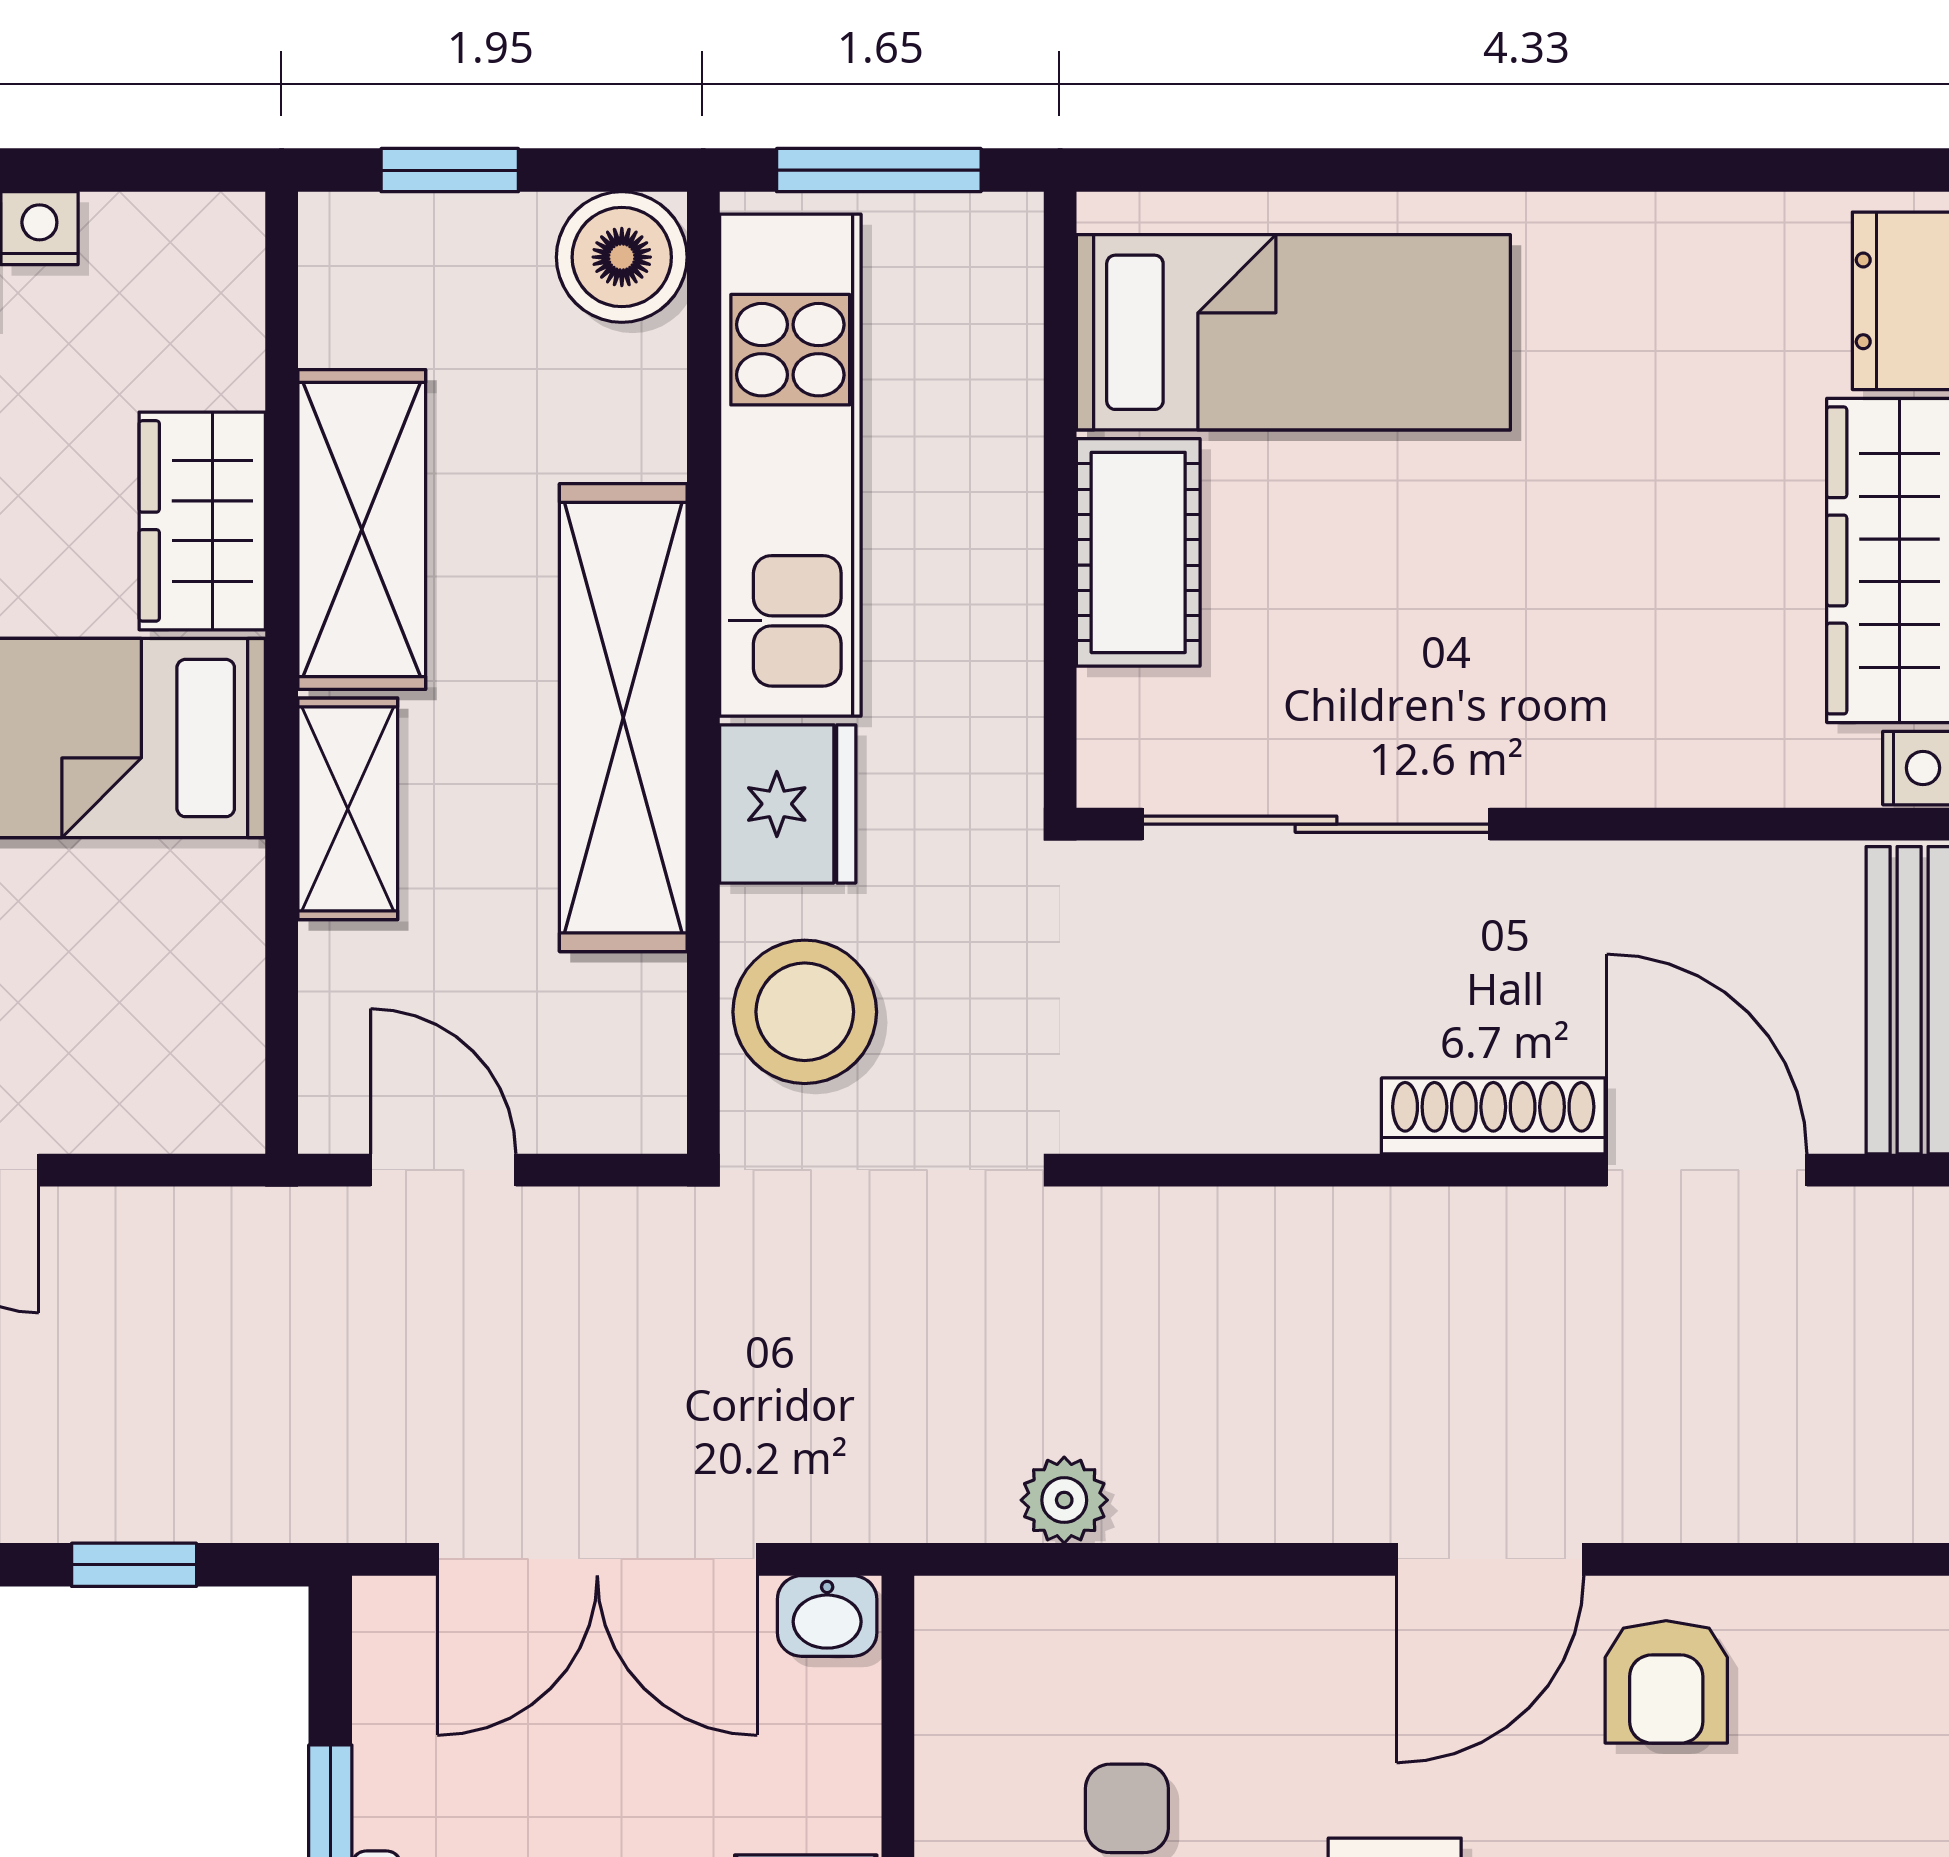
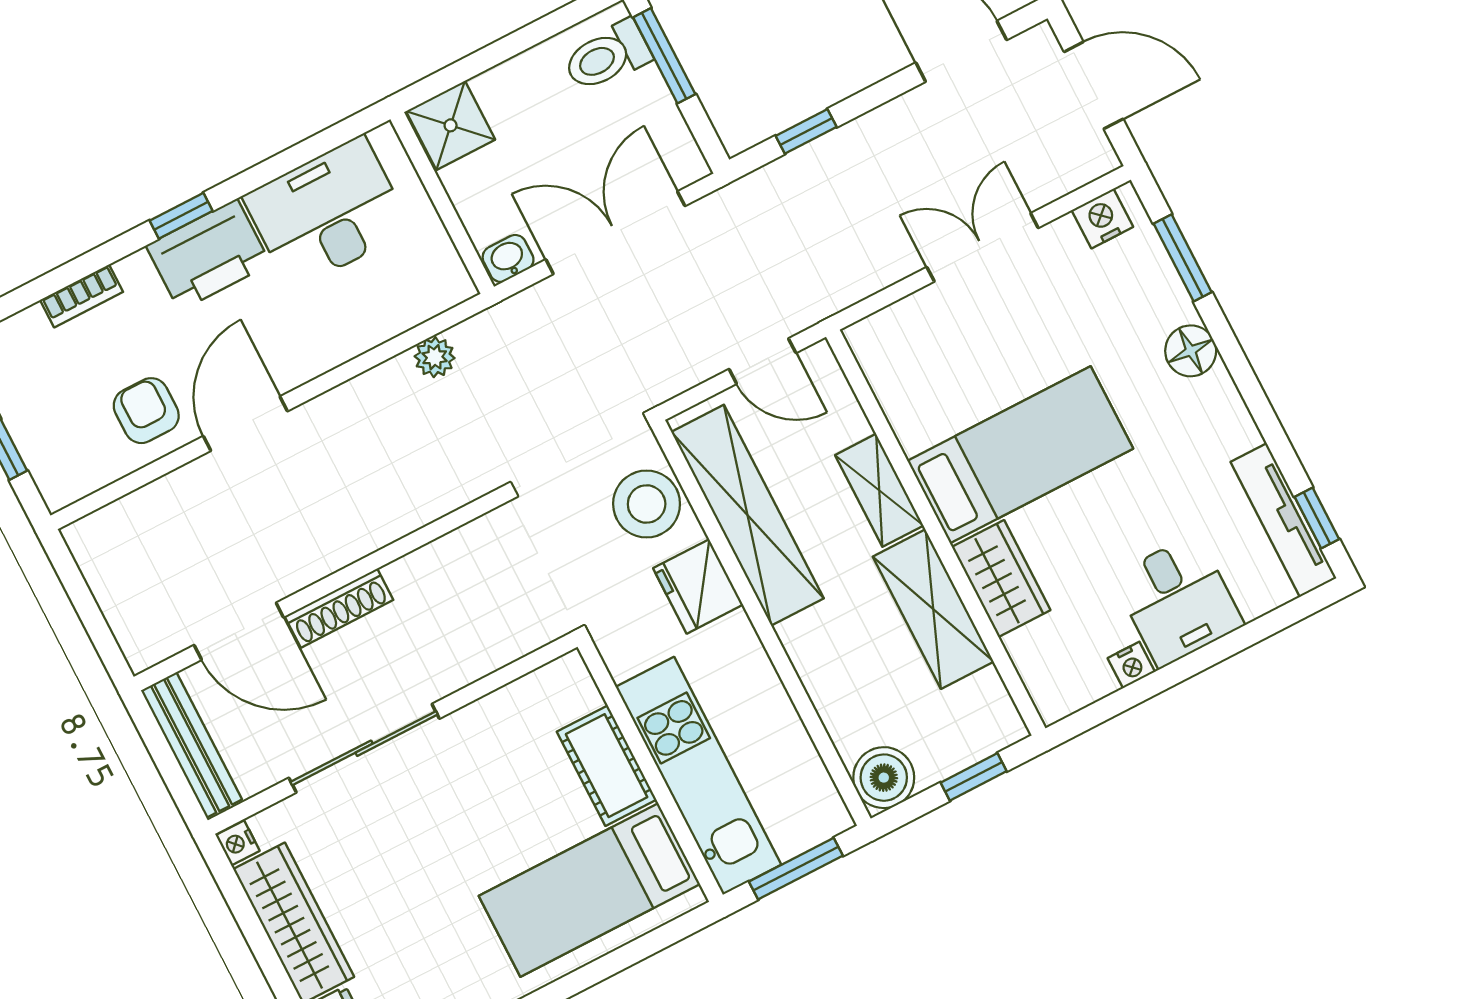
kitchen unit: (790, 465) -> (698, 776), moved, turned 180
shelving: (623, 718) -> (747, 515), moved
sliding door: (1316, 824) -> (364, 748), moved

